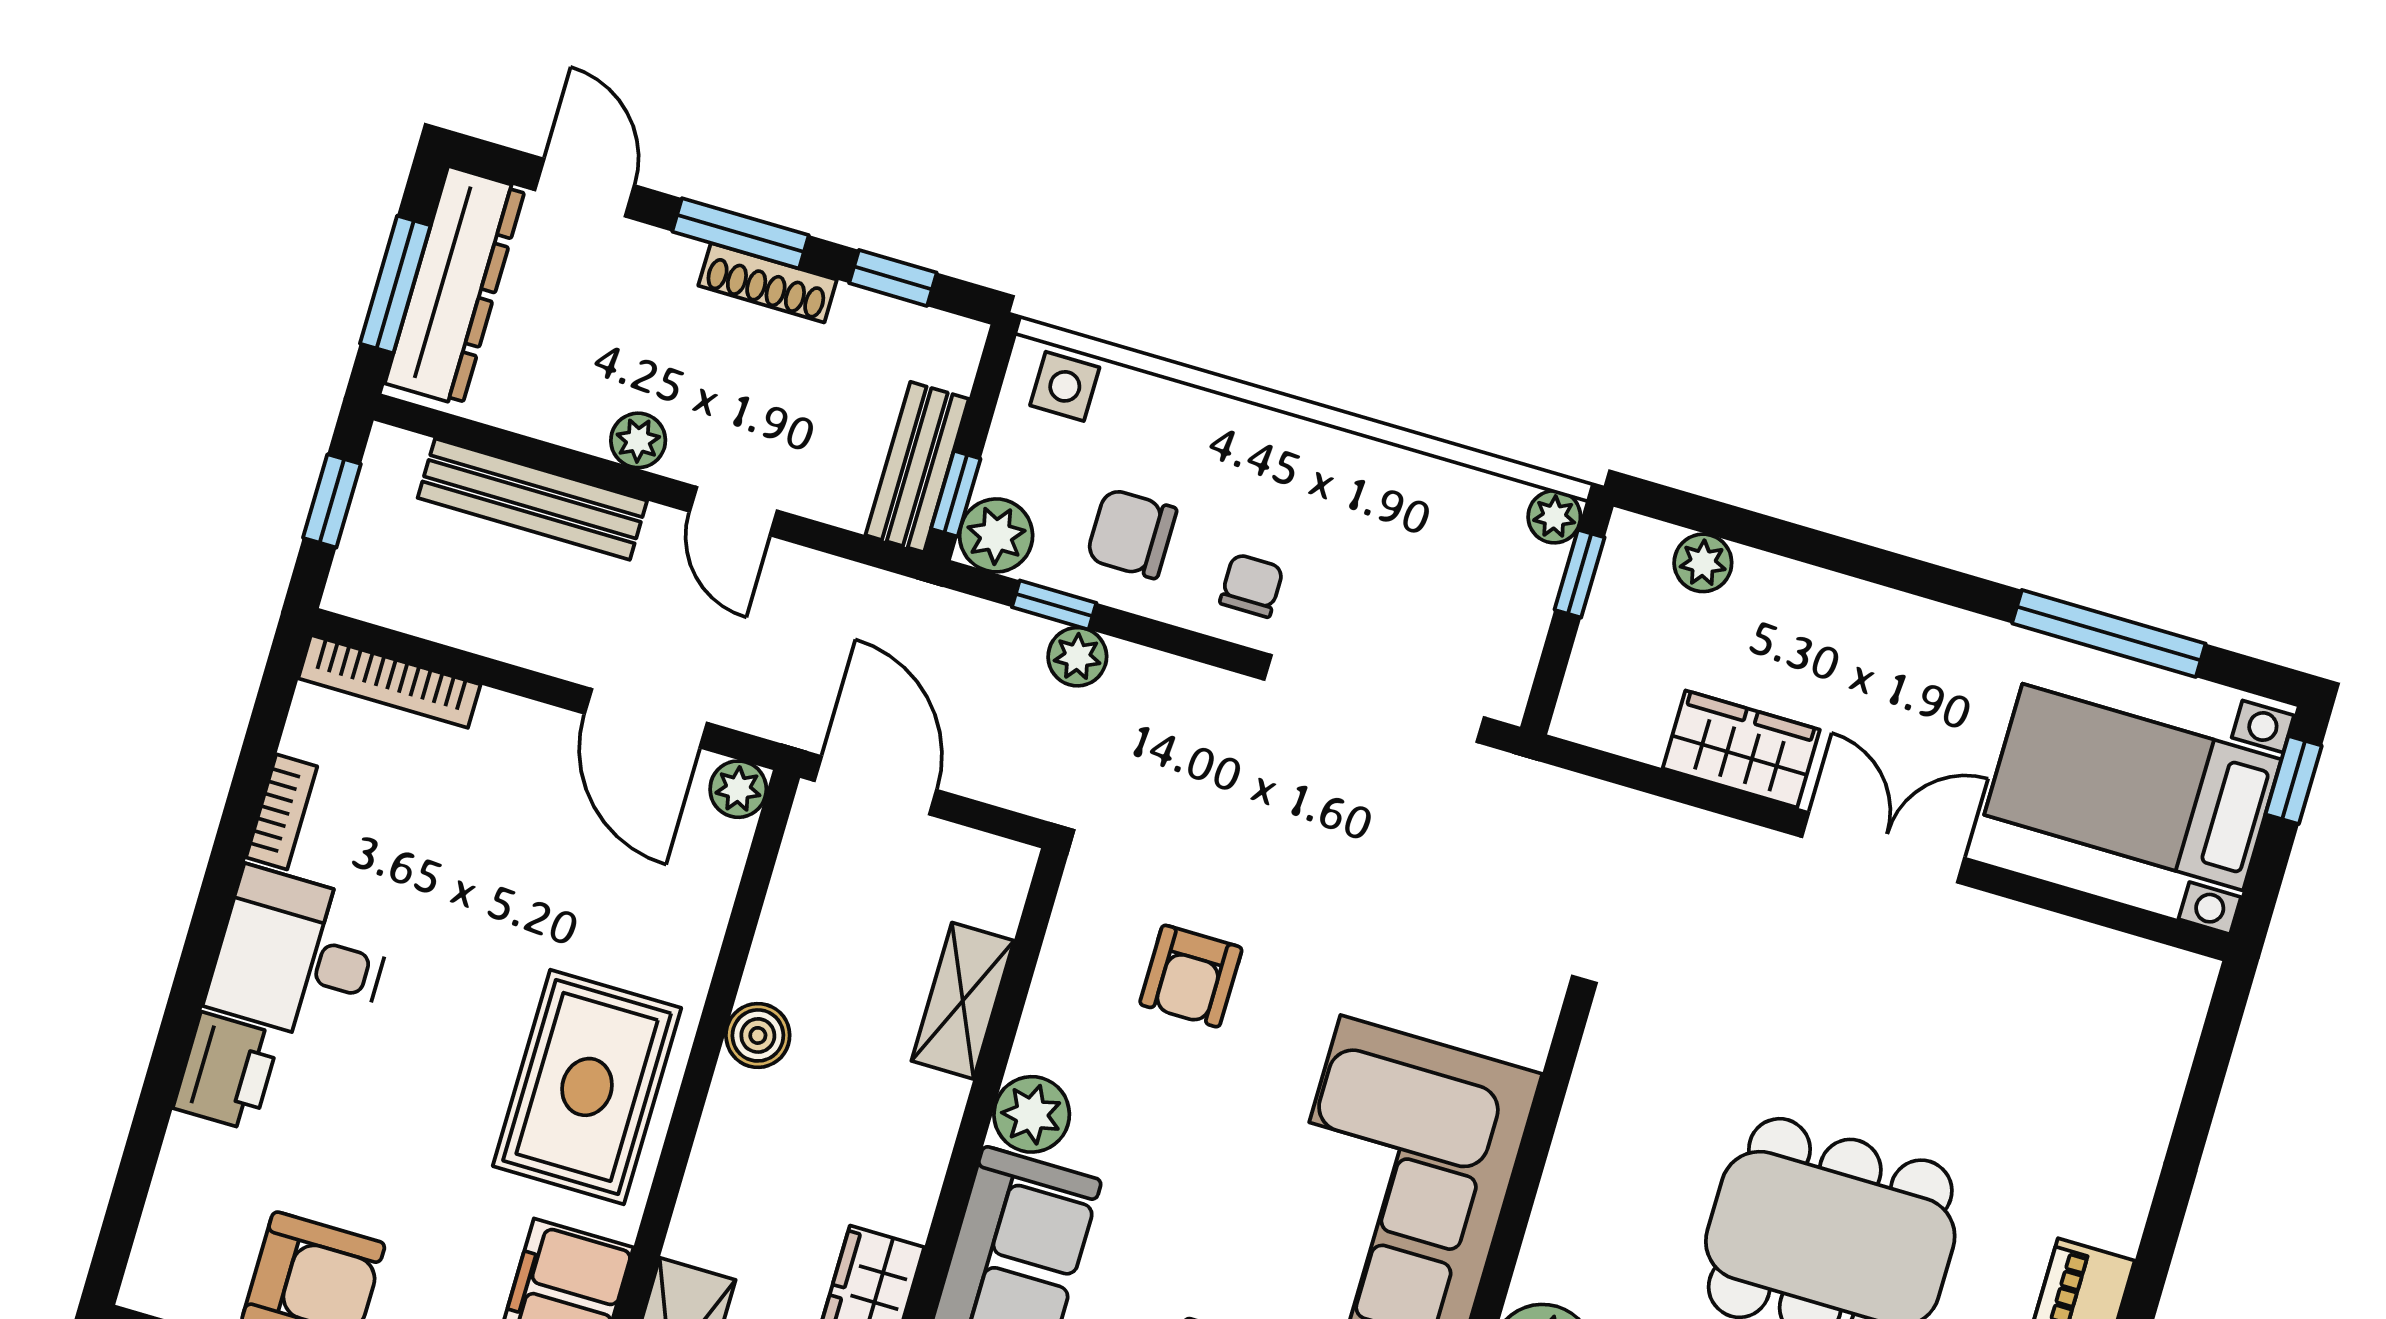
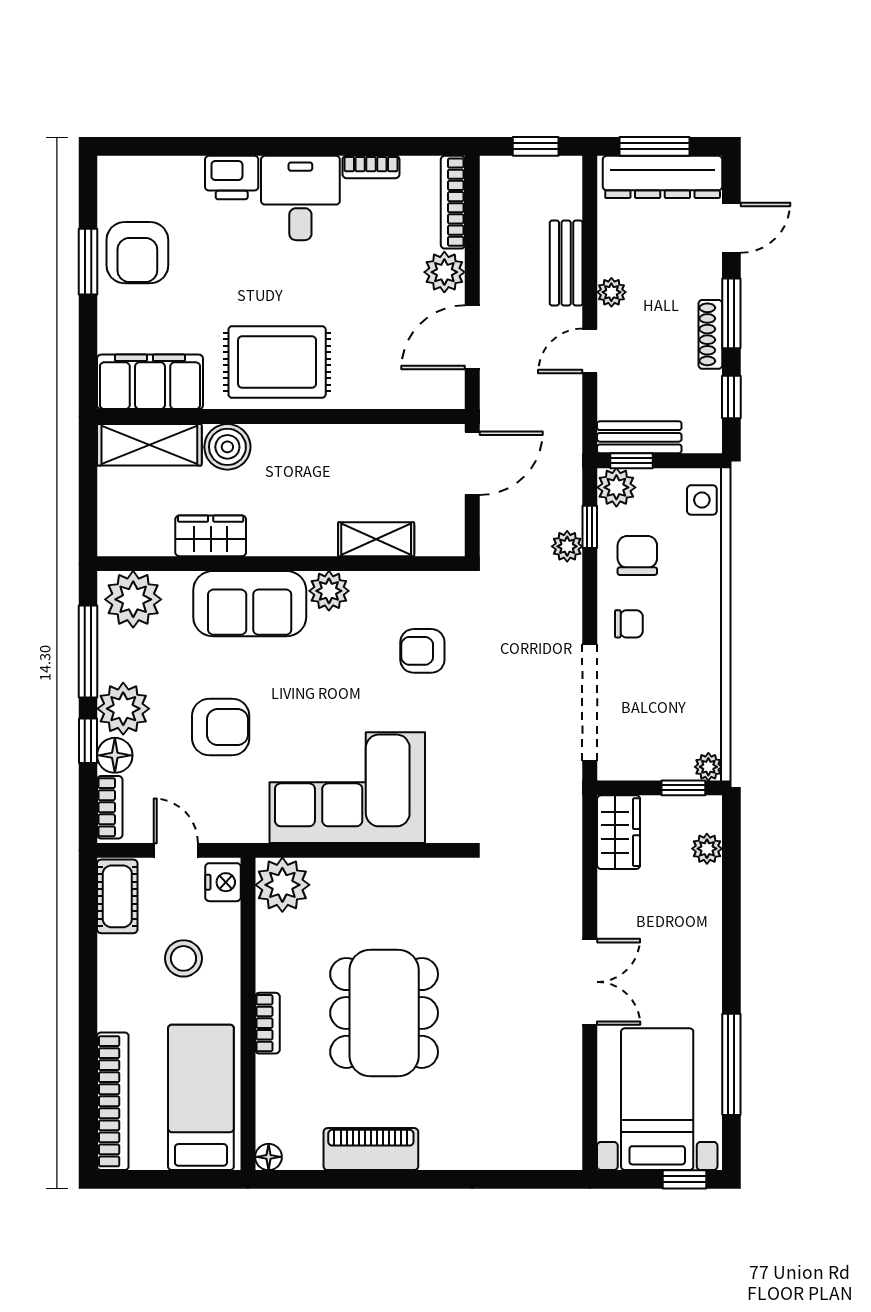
bench: (532, 499) -> (566, 263), width x0.73
wardrobe: (1741, 749) -> (619, 832), moved
plant: (738, 789) -> (444, 272), moved, width x1.38, depth x1.38
boiler: (758, 1035) -> (227, 447), moved, width x1.36, depth x1.36

